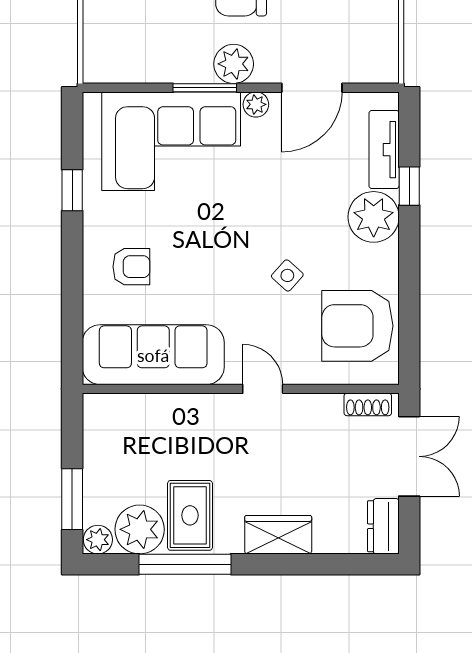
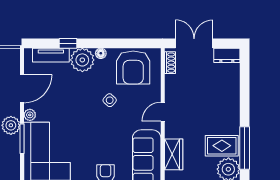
door: (312, 88) -> (22, 89), hinge flipped
floor lamp: (388, 256) -> (101, 53), added
wardrobe: (278, 535) -> (174, 154), moved, turned 180

